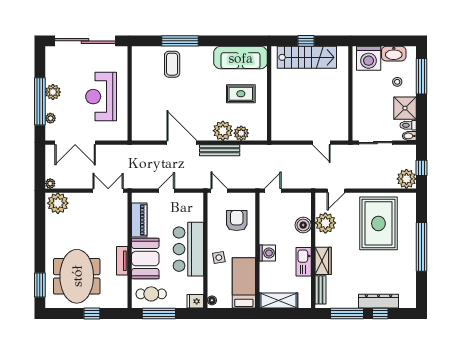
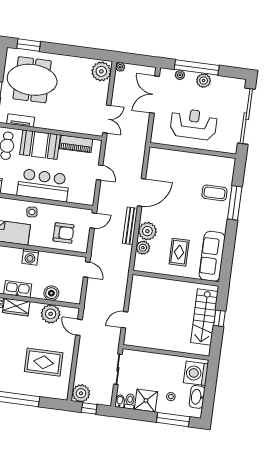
rug: (378, 223) -> (44, 362), width x0.73, depth x0.69
tv unit: (122, 261) -> (21, 120), moved

